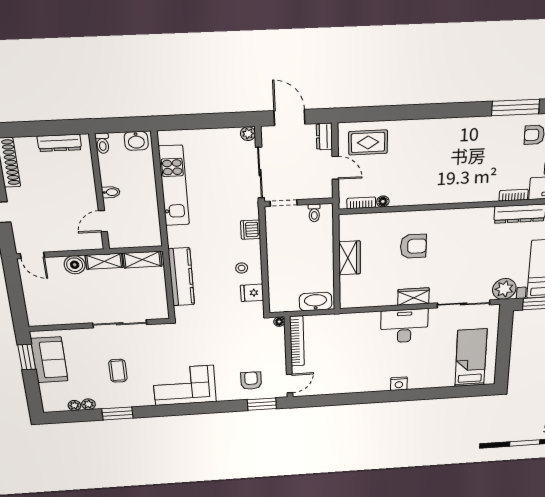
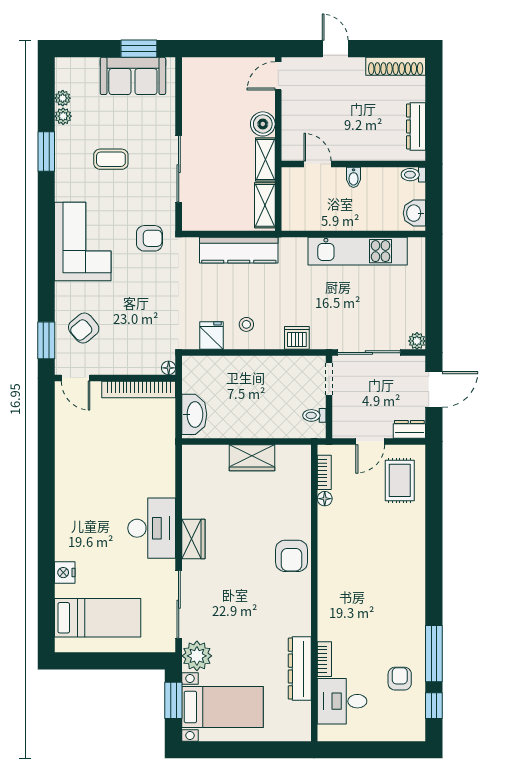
armchair: (413, 246) -> (291, 556), moved
armchair: (178, 341) -> (149, 238), added
armchair: (251, 381) -> (84, 328), turned 140
nightstand: (399, 384) -> (65, 573), moved

